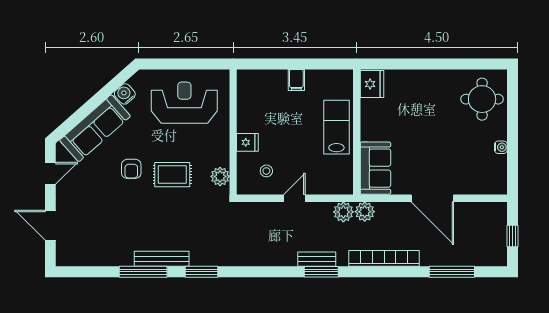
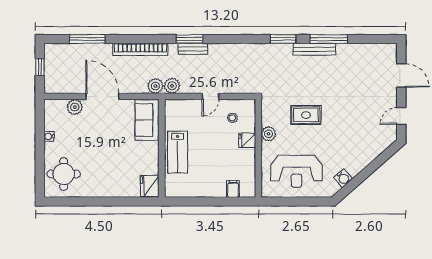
filing cabinet: (296, 80) -> (233, 189), moved
sofa: (95, 128) -> (366, 151), removed
armchair: (131, 169) -> (338, 119), removed
plant: (220, 176) -> (269, 134), moved
plant: (468, 185) -> (75, 107), added

